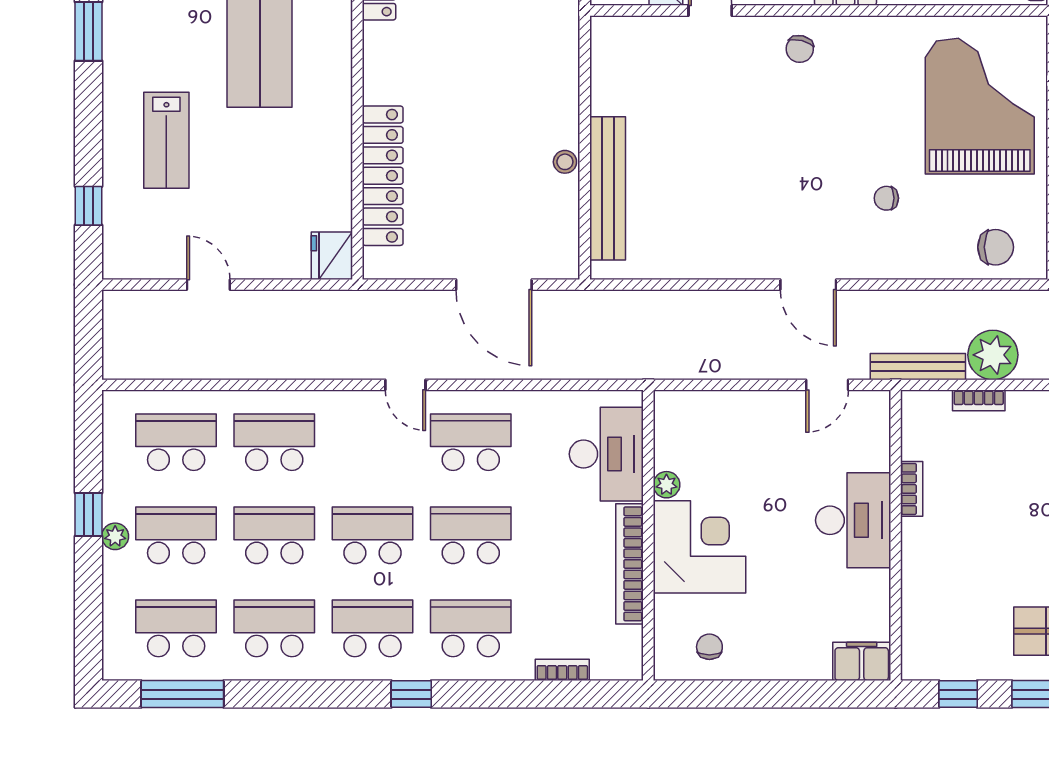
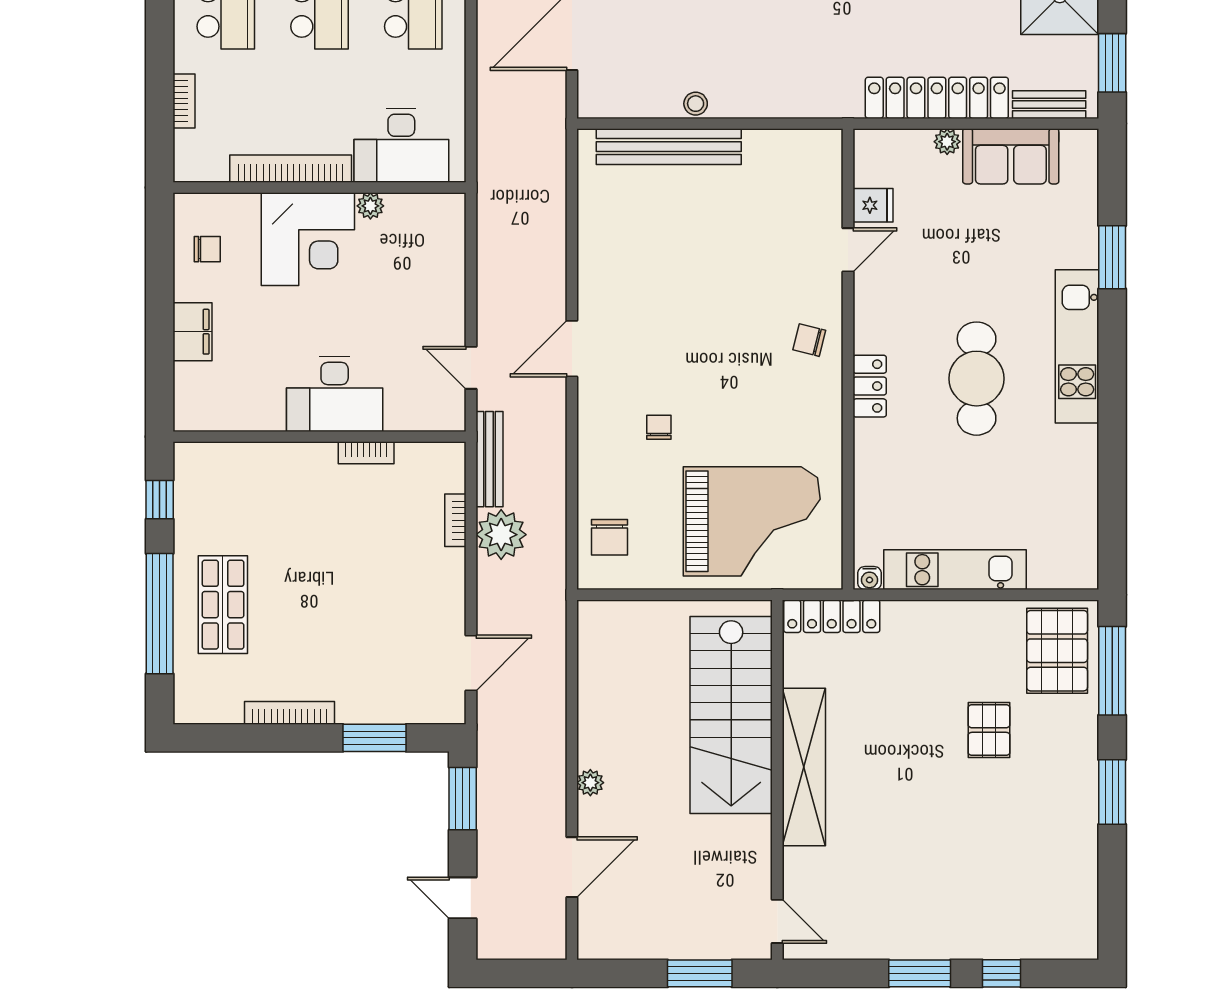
filing cabinet: (862, 661) -> (192, 332), moved

